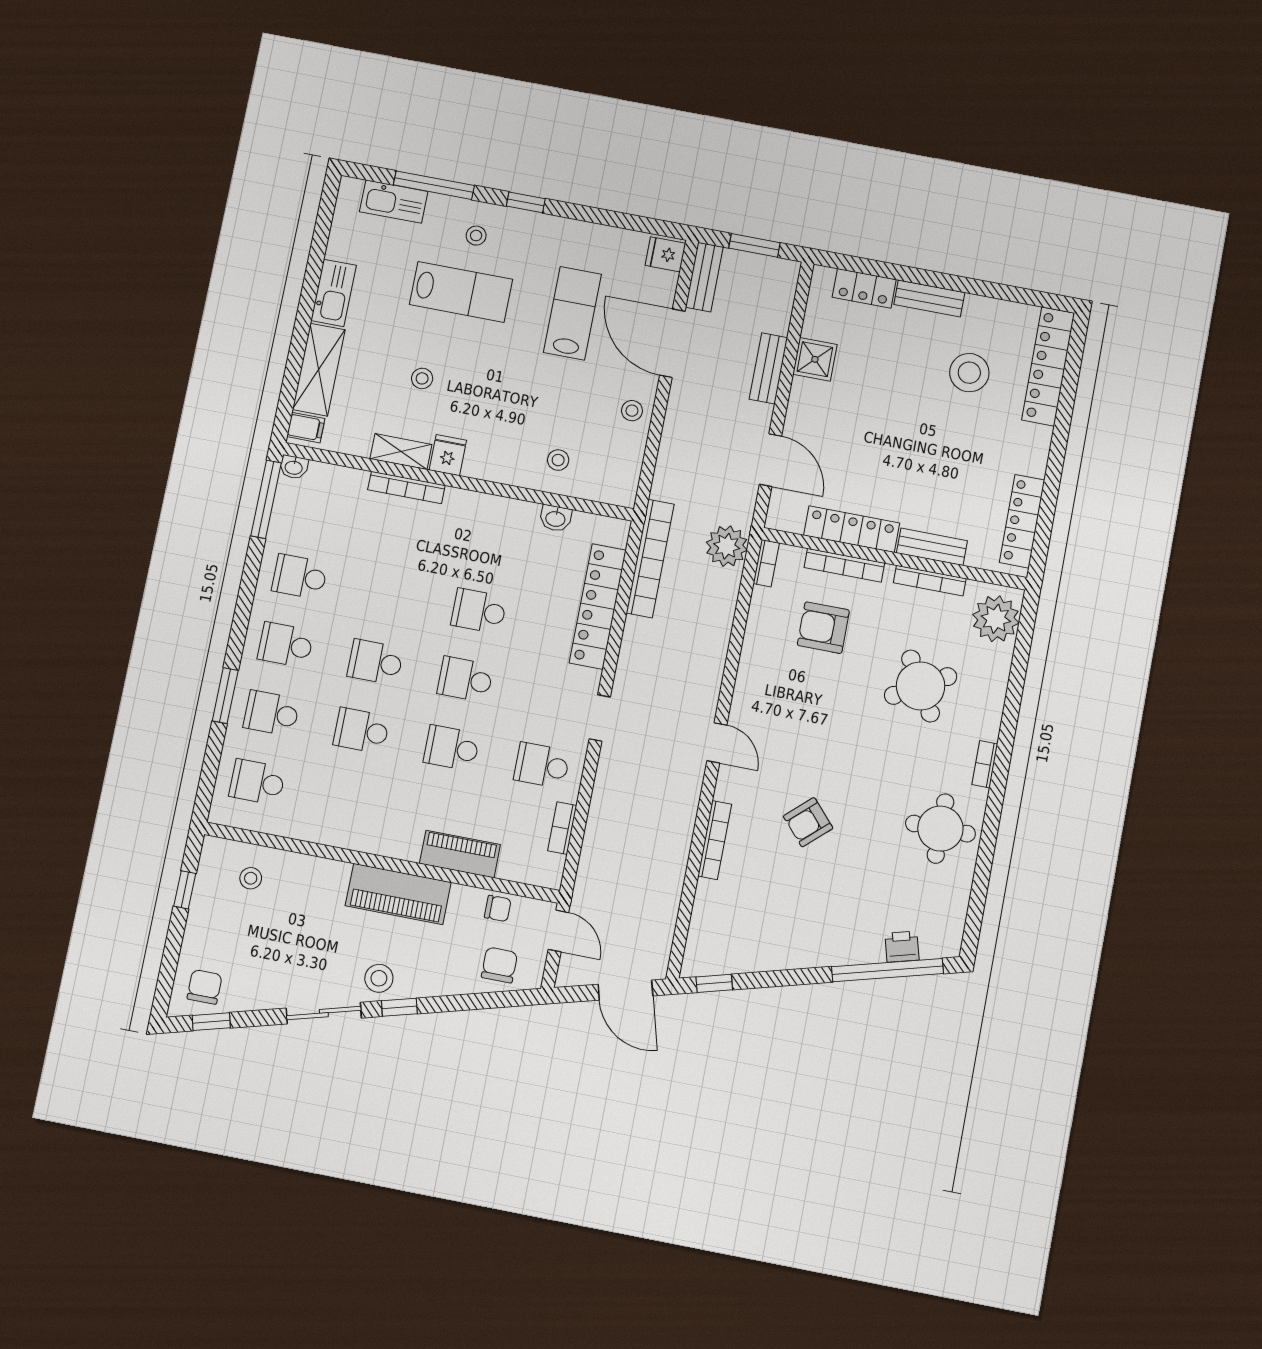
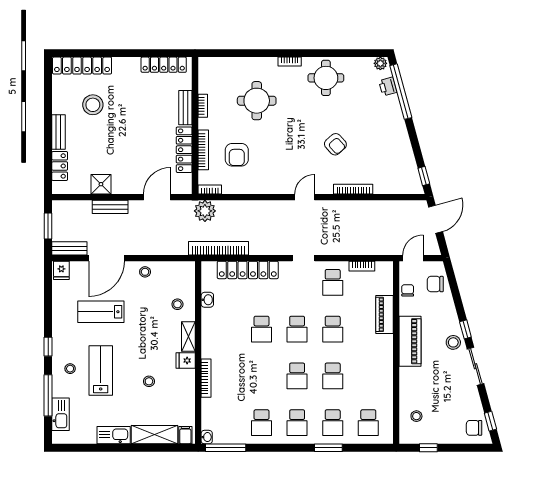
shelving: (401, 452) -> (188, 336), moved
bookcase: (930, 581) -> (203, 106), width x0.64
plant: (996, 619) -> (380, 63), moved, width x0.53, depth x0.53
round table: (921, 686) -> (257, 101), turned 30

